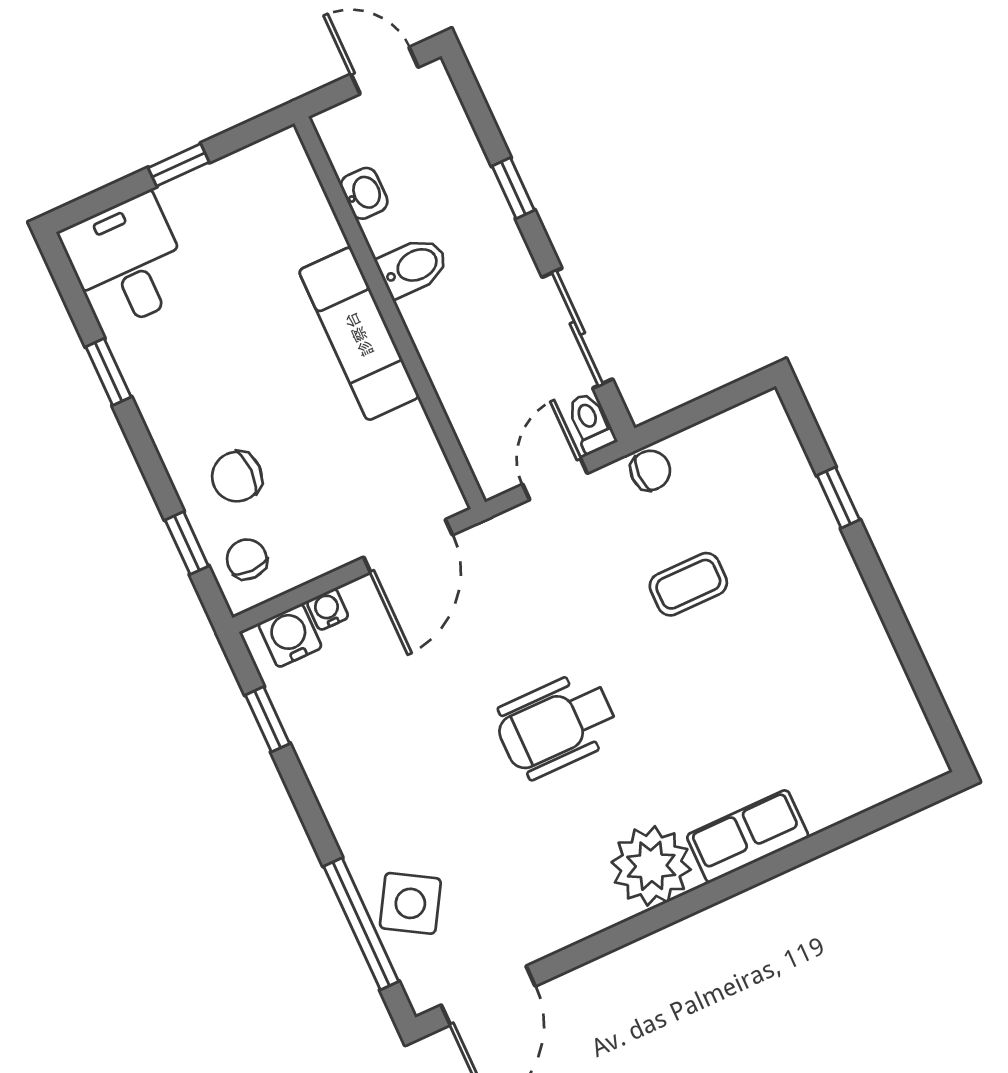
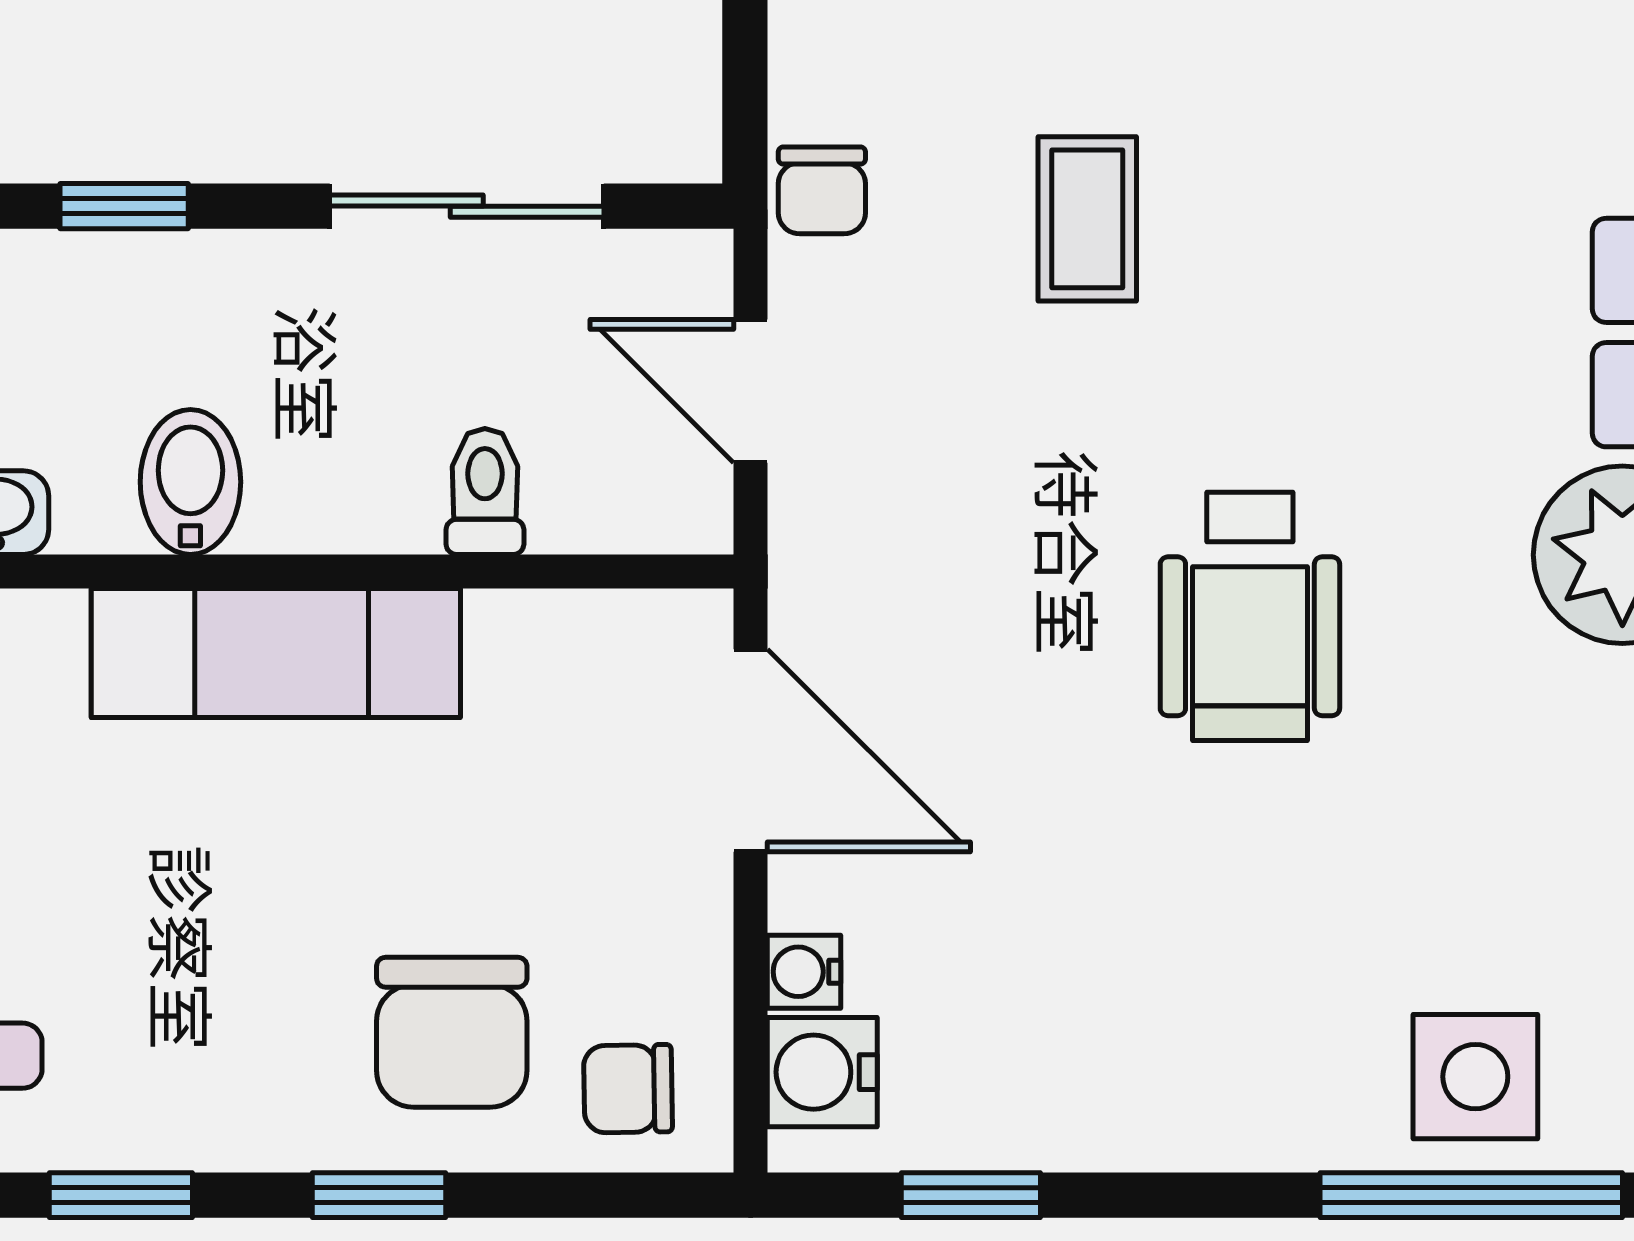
toilet: (591, 423) -> (485, 491), moved, turned 90
chair: (650, 470) -> (822, 190), turned 180
chair: (237, 477) -> (452, 1032), width x1.37, depth x1.37
window: (187, 543) -> (379, 1195), moved
side table: (410, 903) -> (1475, 1077), turned -31

